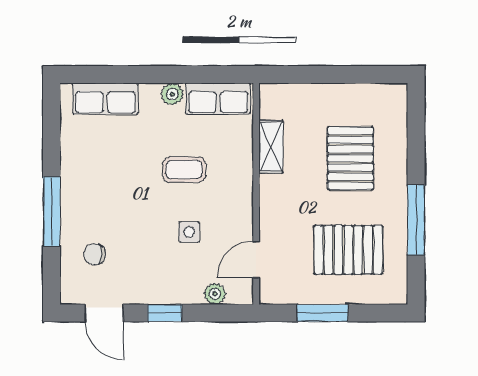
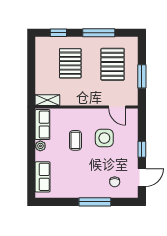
window: (416, 133) -> (58, 33), added
shelving: (271, 147) -> (47, 100), moved
pallet: (350, 158) -> (70, 63), turned 90
side table: (189, 232) -> (104, 138), width x1.87, depth x1.87
plant: (215, 294) -> (133, 126), removed

